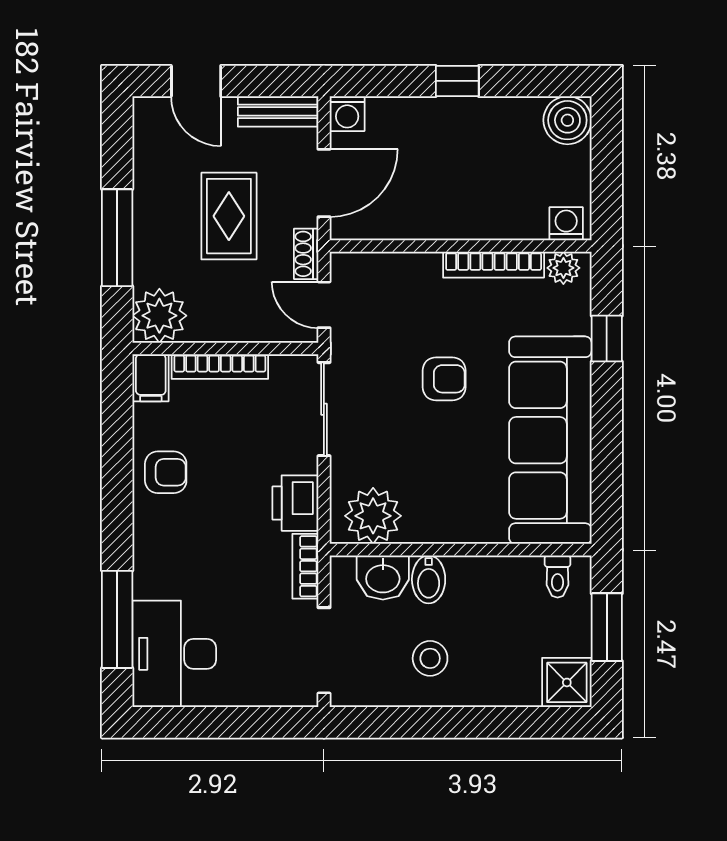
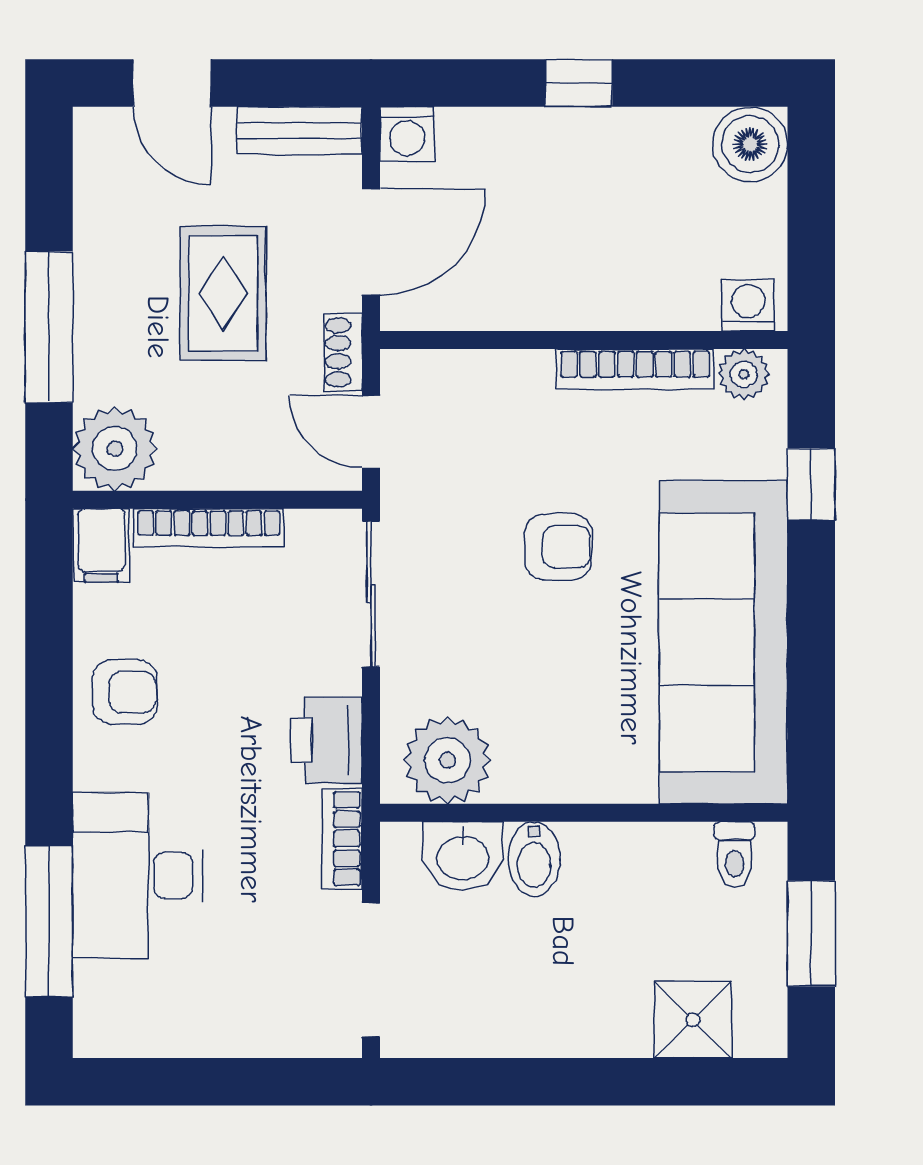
desk: (174, 654) -> (138, 875), moved
stool: (430, 658) -> (536, 982), removed
shower: (567, 682) -> (693, 1020), moved

